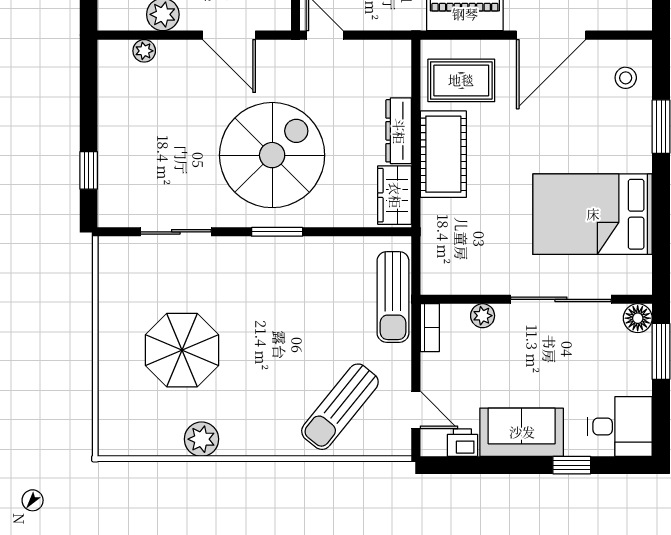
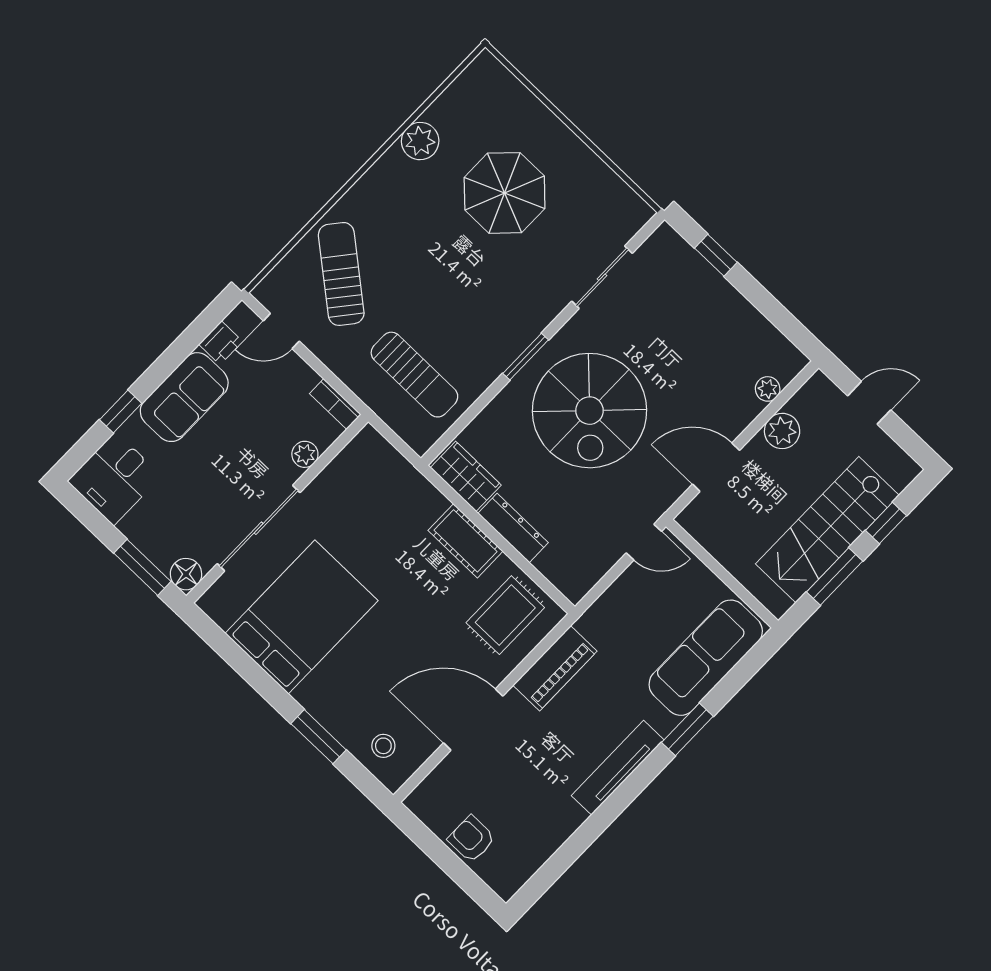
door: (551, 35) -> (473, 720), hinge flipped
cot: (443, 154) -> (466, 541), width x0.73, depth x0.75
sun lounger: (393, 297) -> (414, 375), moved, turned 180

